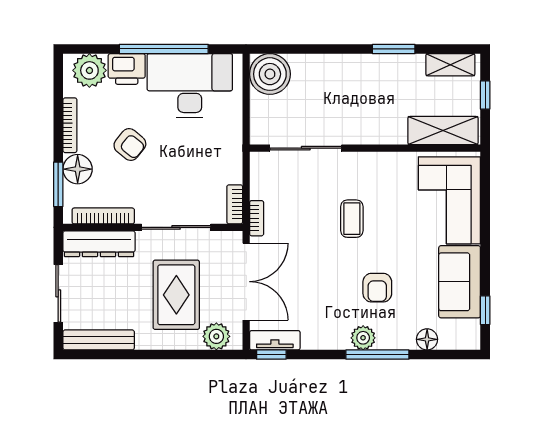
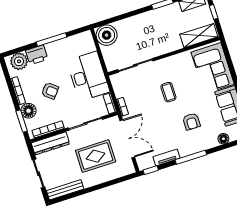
window: (164, 49) -> (51, 39), width x0.68
desk: (190, 86) -> (88, 76), moved, turned 90
rug: (176, 295) -> (96, 156), turned 90
plant: (216, 336) -> (121, 170), removed
plant: (363, 338) -> (192, 148), removed
tv unit: (275, 340) -> (166, 157), moved
window: (377, 355) -> (191, 157), moved

